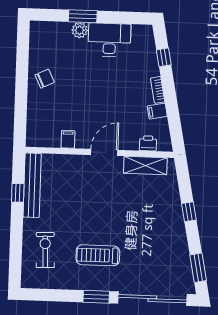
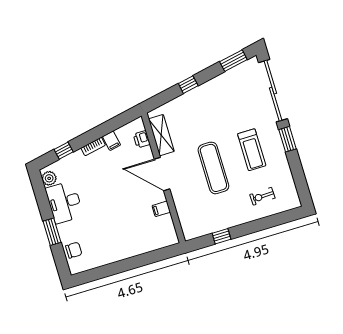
plant: (80, 30) -> (49, 178), moved
chair: (45, 79) -> (74, 250), moved, turned 116
door: (104, 152) -> (162, 174), width x1.36
bench: (32, 185) -> (211, 226), removed
exercise mat: (92, 209) -> (213, 168), added
exercise bike: (45, 250) -> (262, 196), width x0.73, depth x0.72

